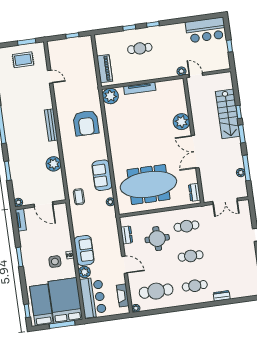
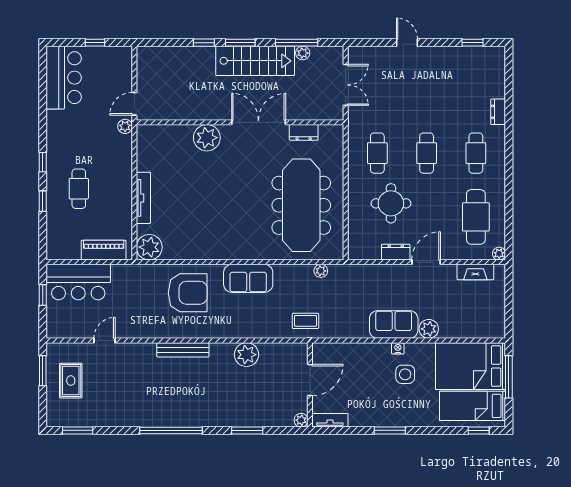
stairs: (228, 114) -> (255, 61), moved
double door: (195, 152) -> (259, 122), swing flipped
sofa: (102, 175) -> (248, 278), moved
dresser: (195, 192) -> (304, 132), moved
dresser: (127, 235) -> (396, 252), moved
bar counter: (93, 297) -> (78, 282), moved, turned 180

